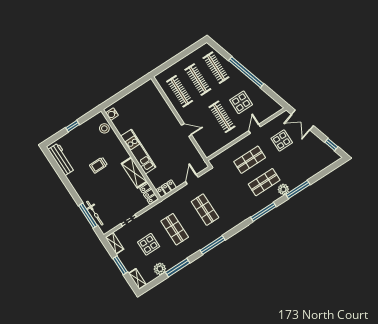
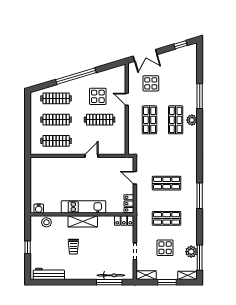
shelving: (134, 173) -> (83, 221), moved
plant: (283, 189) -> (192, 120), moved
window: (263, 212) -> (200, 136), removed
window: (178, 268) -> (200, 258), moved

